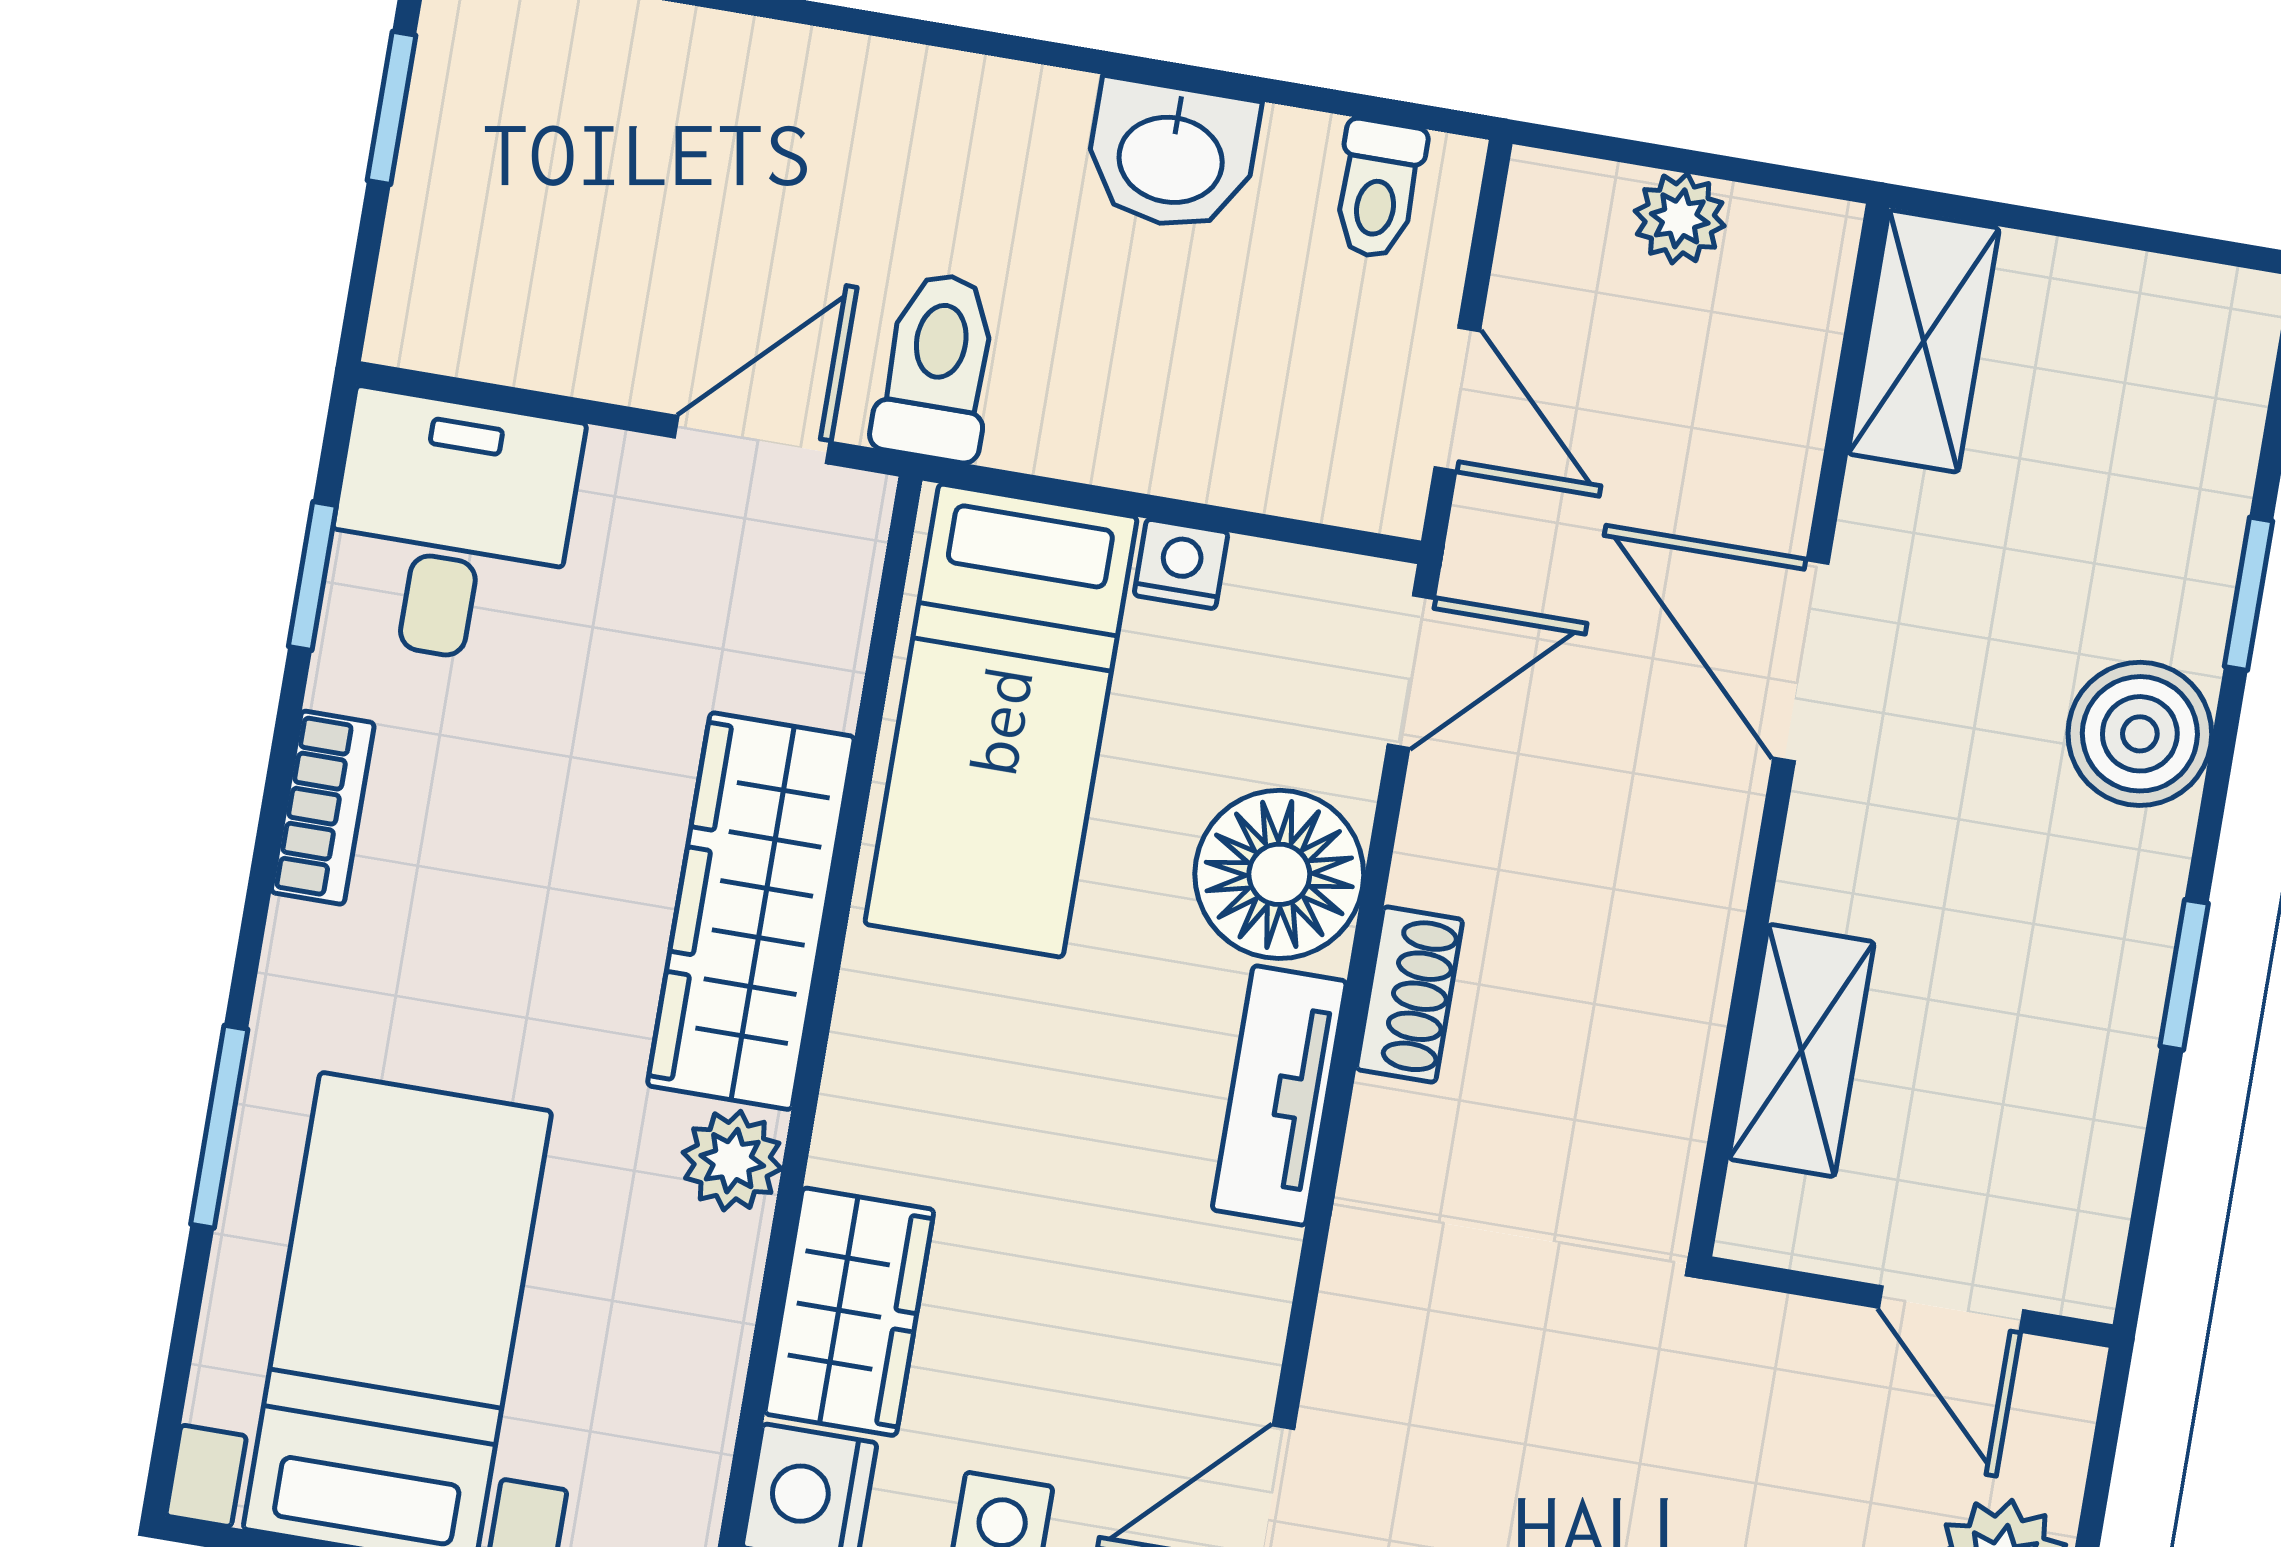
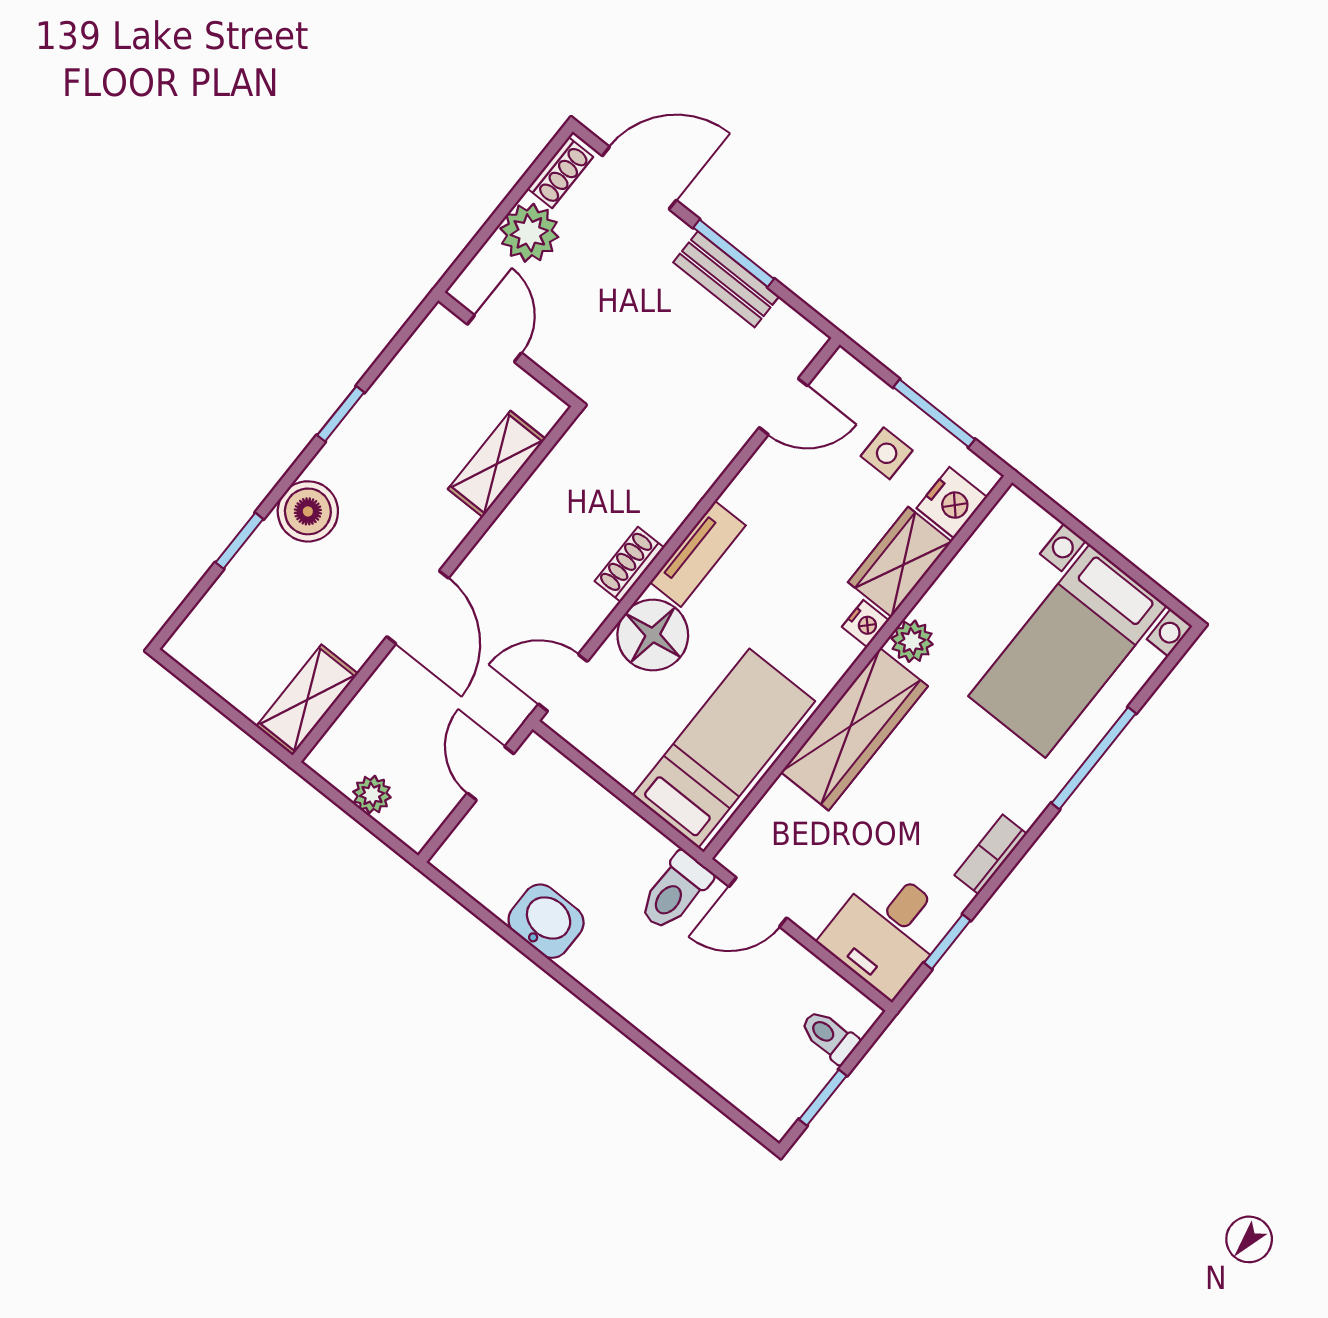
toilet: (1378, 189) -> (829, 1036), moved, turned -90
nightstand: (1181, 564) -> (865, 624), moved, turned -90
window: (219, 1127) -> (1094, 758), width x1.44

